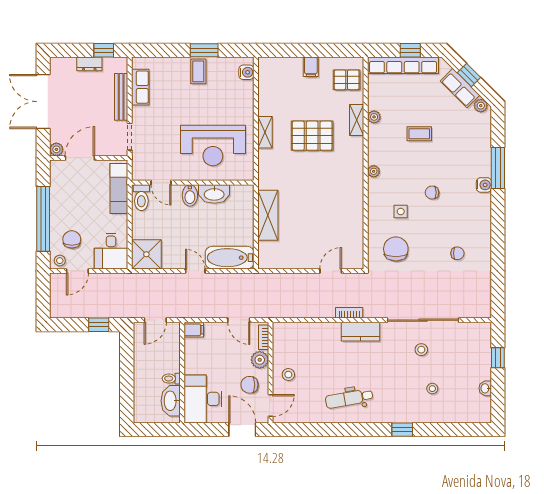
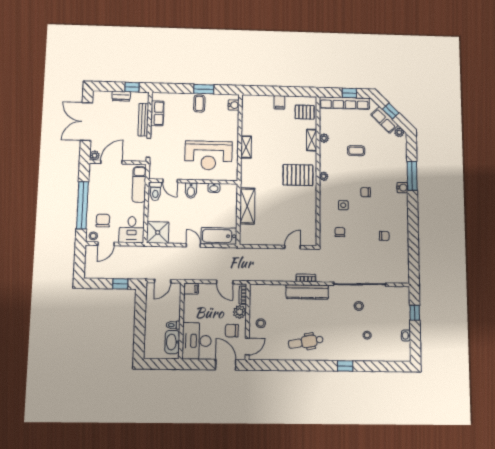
pallet: (312, 136) -> (298, 175), moved
washbasin: (214, 194) -> (214, 188), width x0.52, depth x0.69
chair: (396, 249) -> (340, 232), width x0.54, depth x0.54
kitchen counter: (360, 332) -> (307, 292), width x1.50

